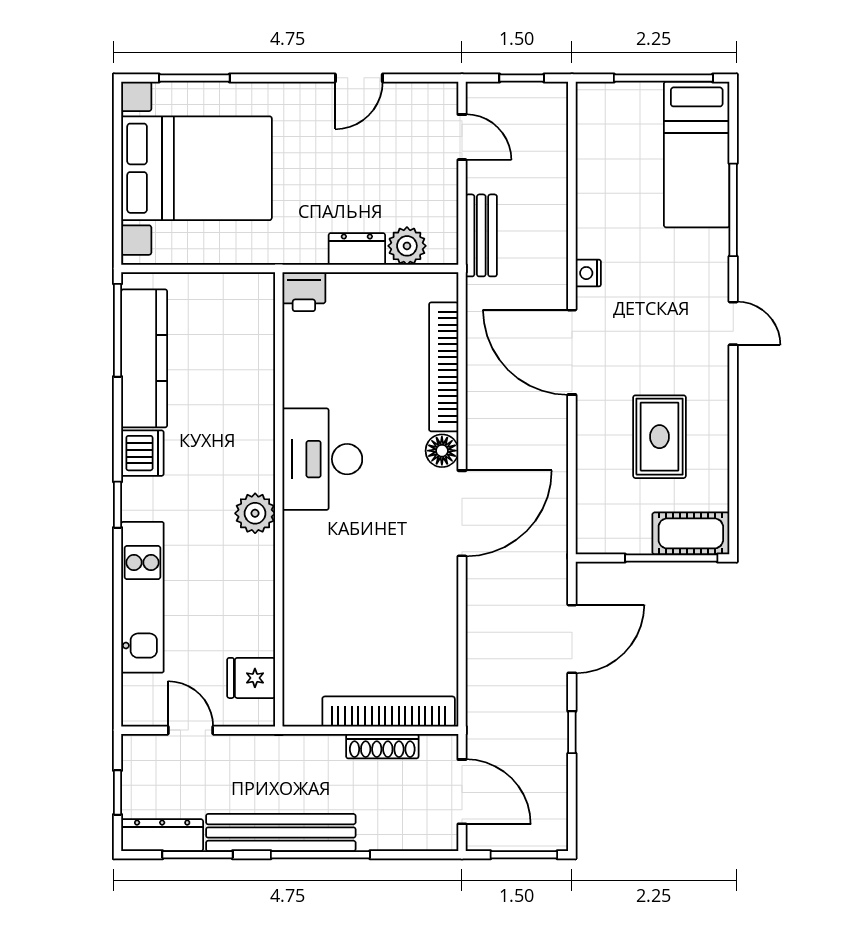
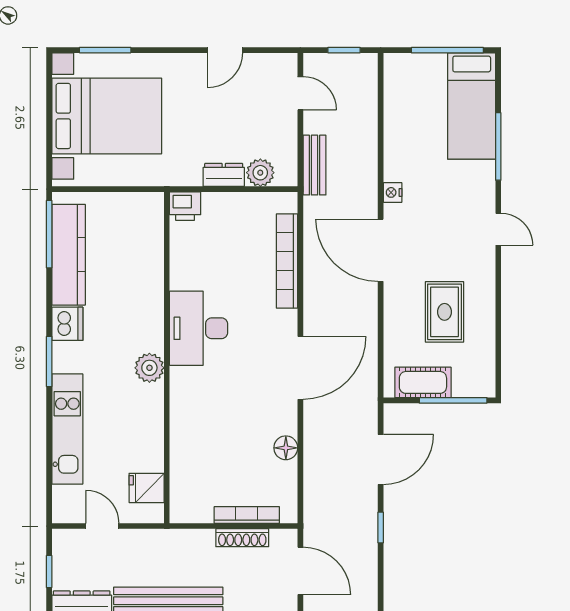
floor lamp: (442, 451) -> (286, 448), moved
window: (118, 505) -> (49, 361), width x1.50
cot: (691, 533) -> (423, 382), moved
bookcase: (389, 712) -> (247, 515), width x0.68, depth x0.76

